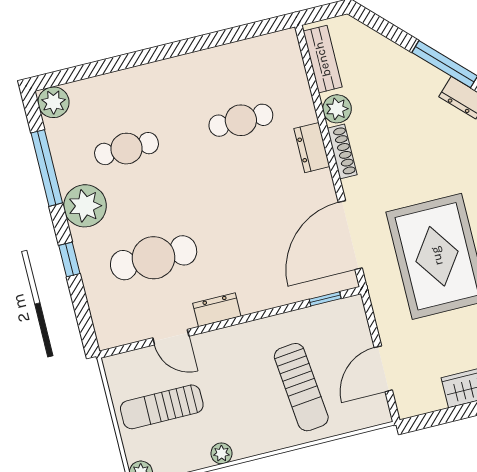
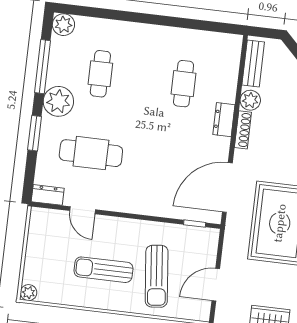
cafe table: (241, 120) -> (184, 84), turned 90
cafe table: (127, 149) -> (100, 74), turned 90
window: (69, 260) -> (35, 133), width x1.50
dresser: (217, 310) -> (48, 195), moved
sun lounger: (162, 407) -> (103, 270), moved
plant: (221, 453) -> (87, 300), removed

